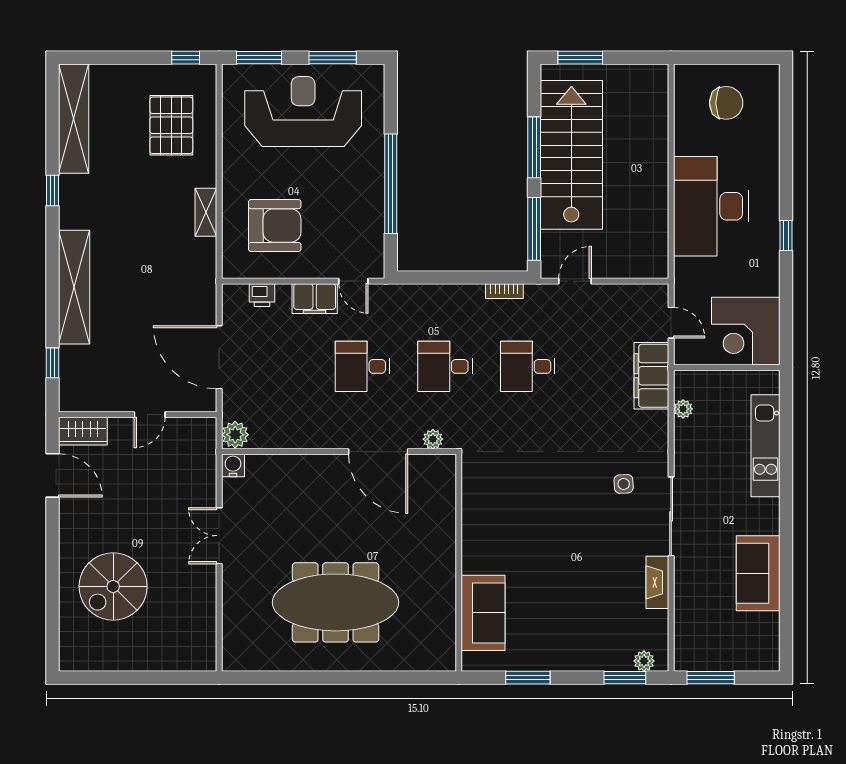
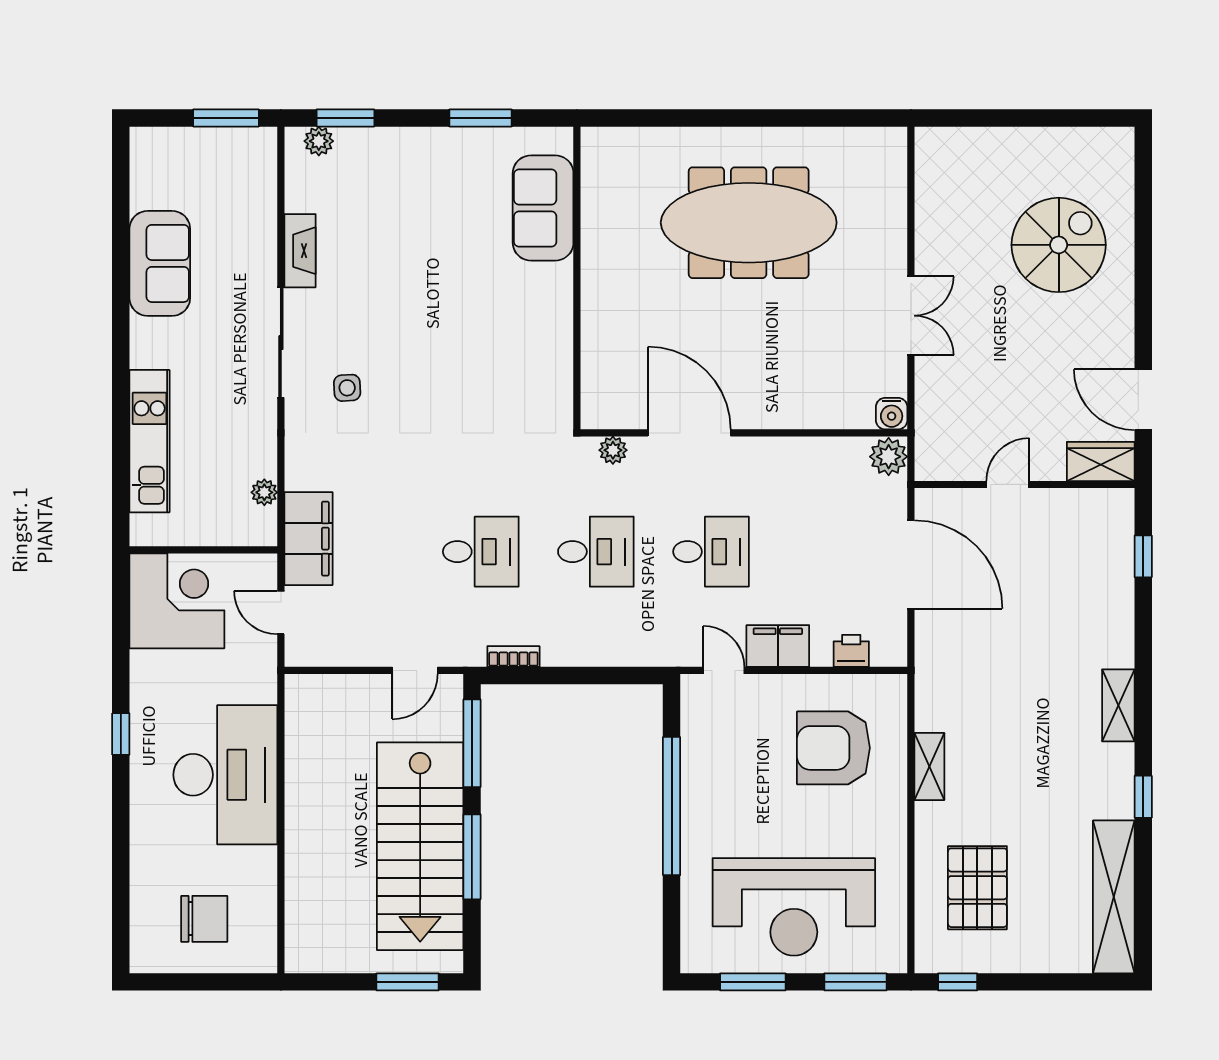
chair: (726, 103) -> (204, 919), turned 180
shelving: (74, 287) -> (1118, 705), width x0.45, depth x0.75

